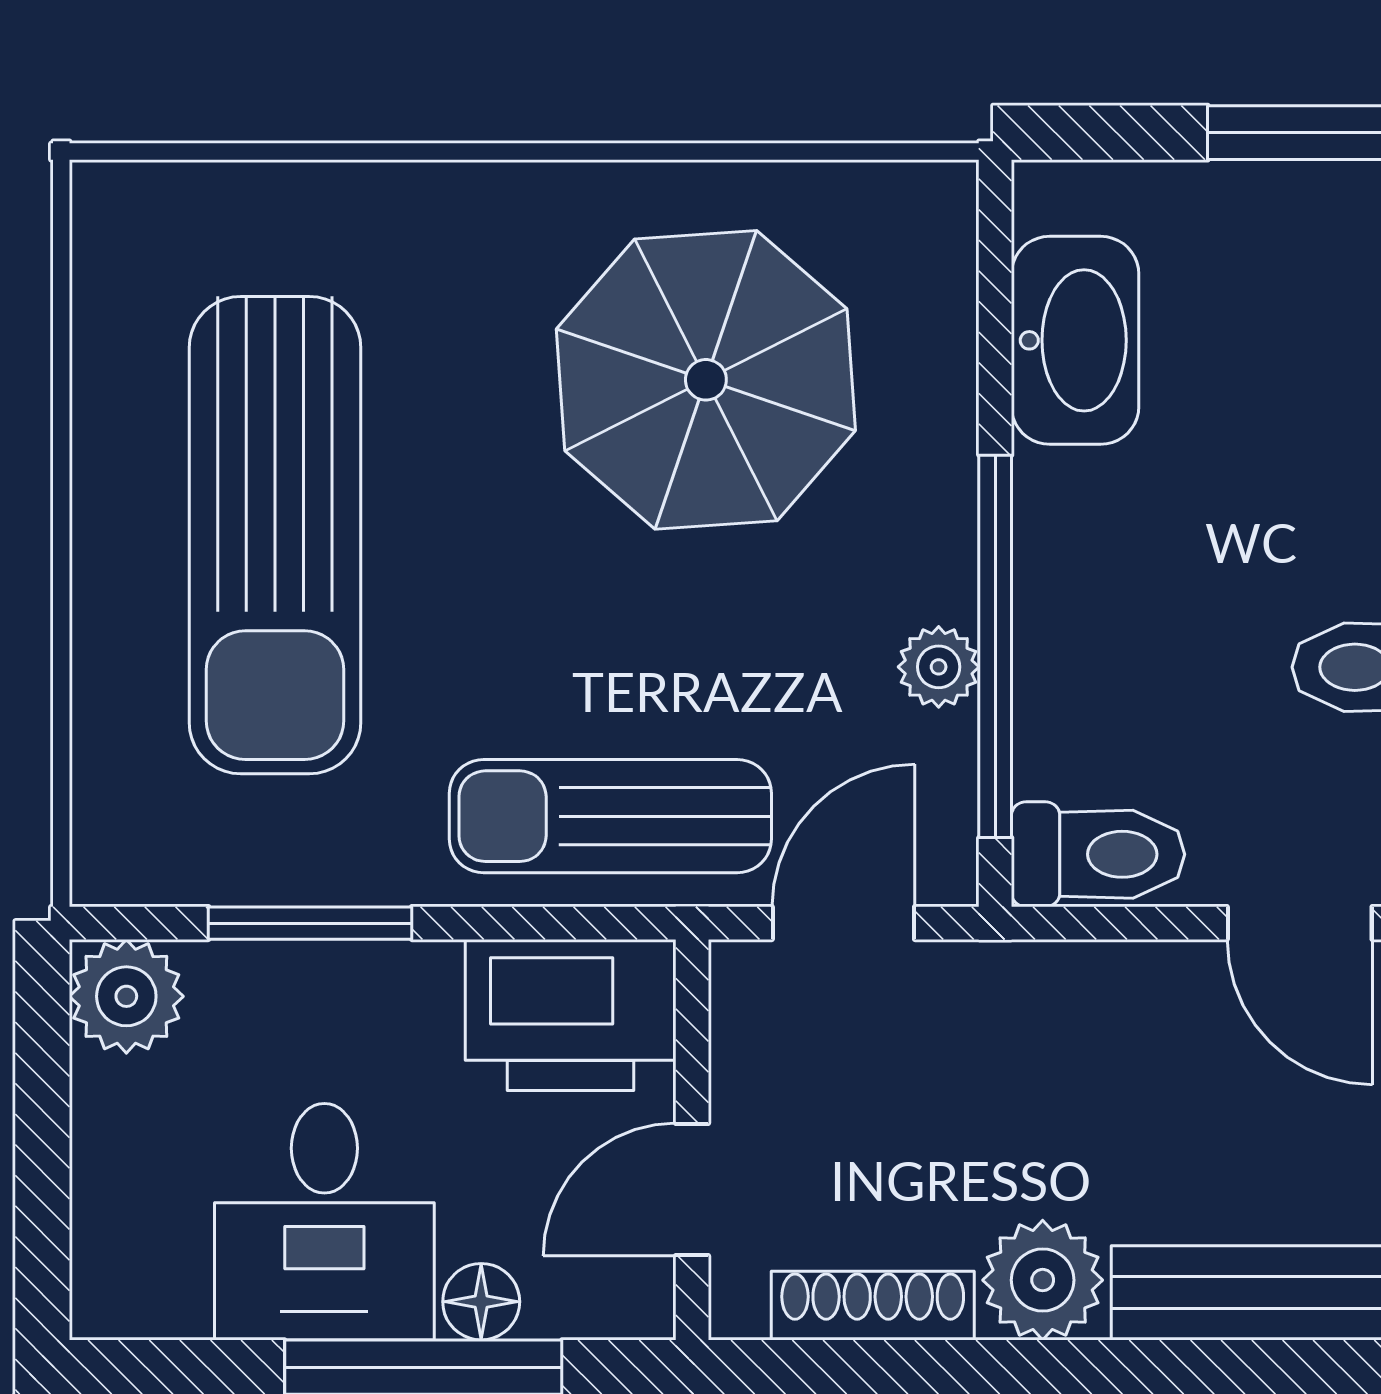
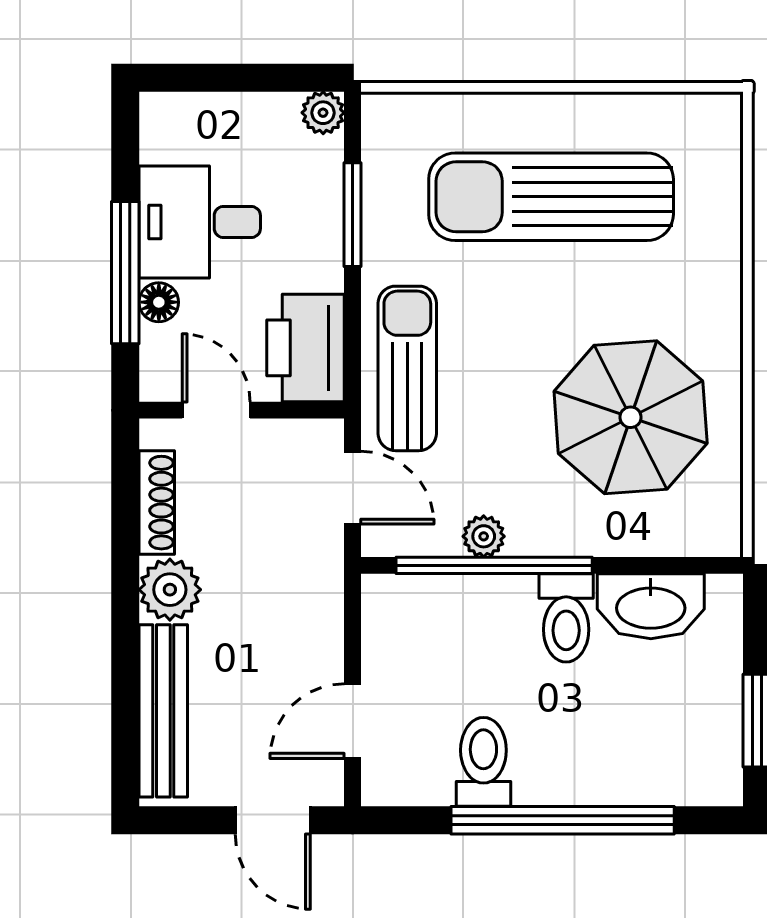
toilet: (1098, 854) -> (566, 618), moved
plant: (126, 996) -> (323, 113), width x0.73, depth x0.73

